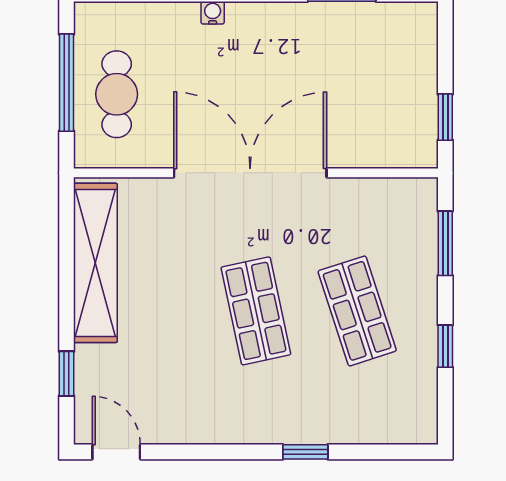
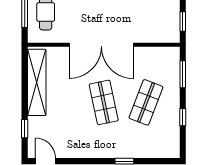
double door: (250, 173) -> (101, 45), swing flipped
shop shelf: (357, 311) -> (146, 102), turned 39

